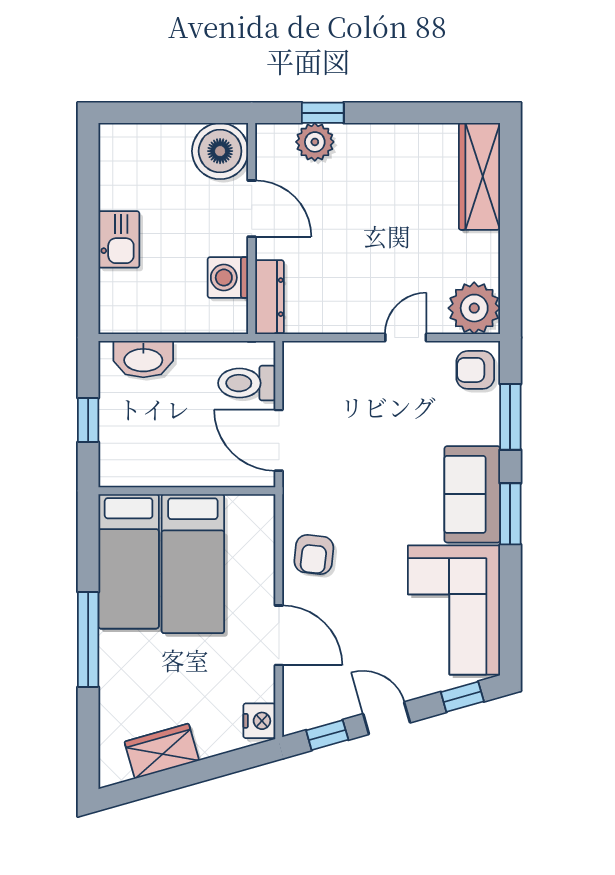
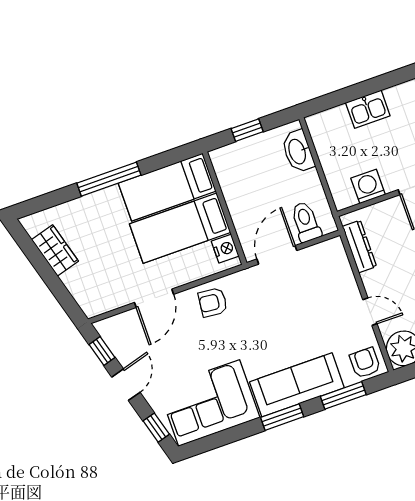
dresser: (269, 297) -> (359, 246), moved, turned -90
sofa: (472, 494) -> (297, 385), width x1.36
nightstand: (259, 721) -> (225, 249), moved, turned -90

